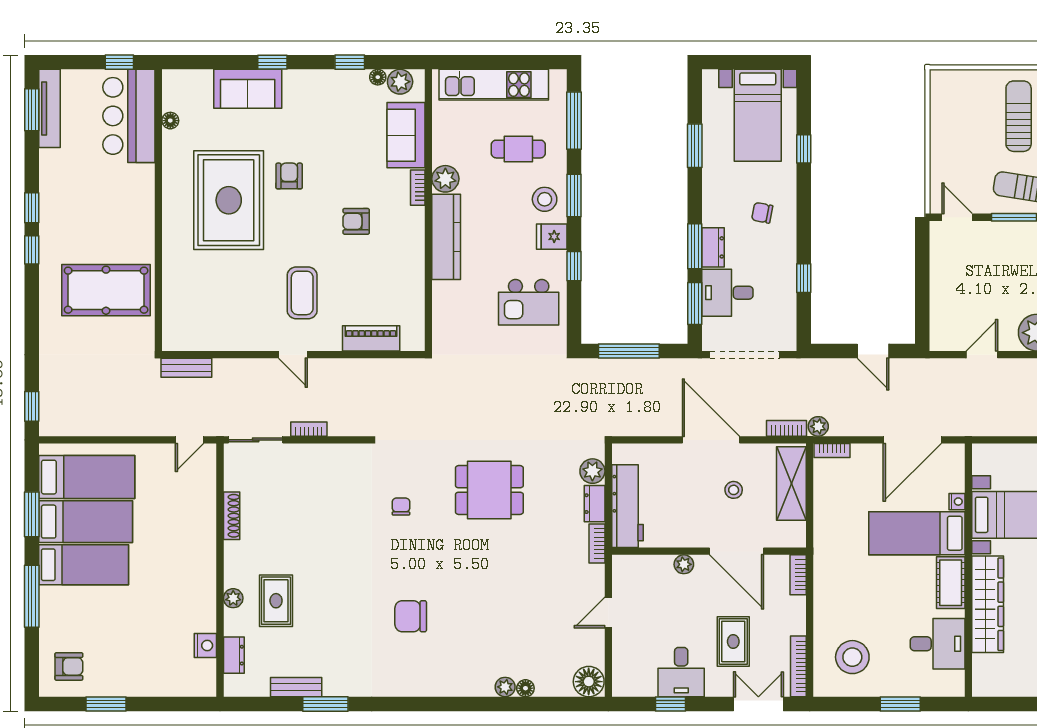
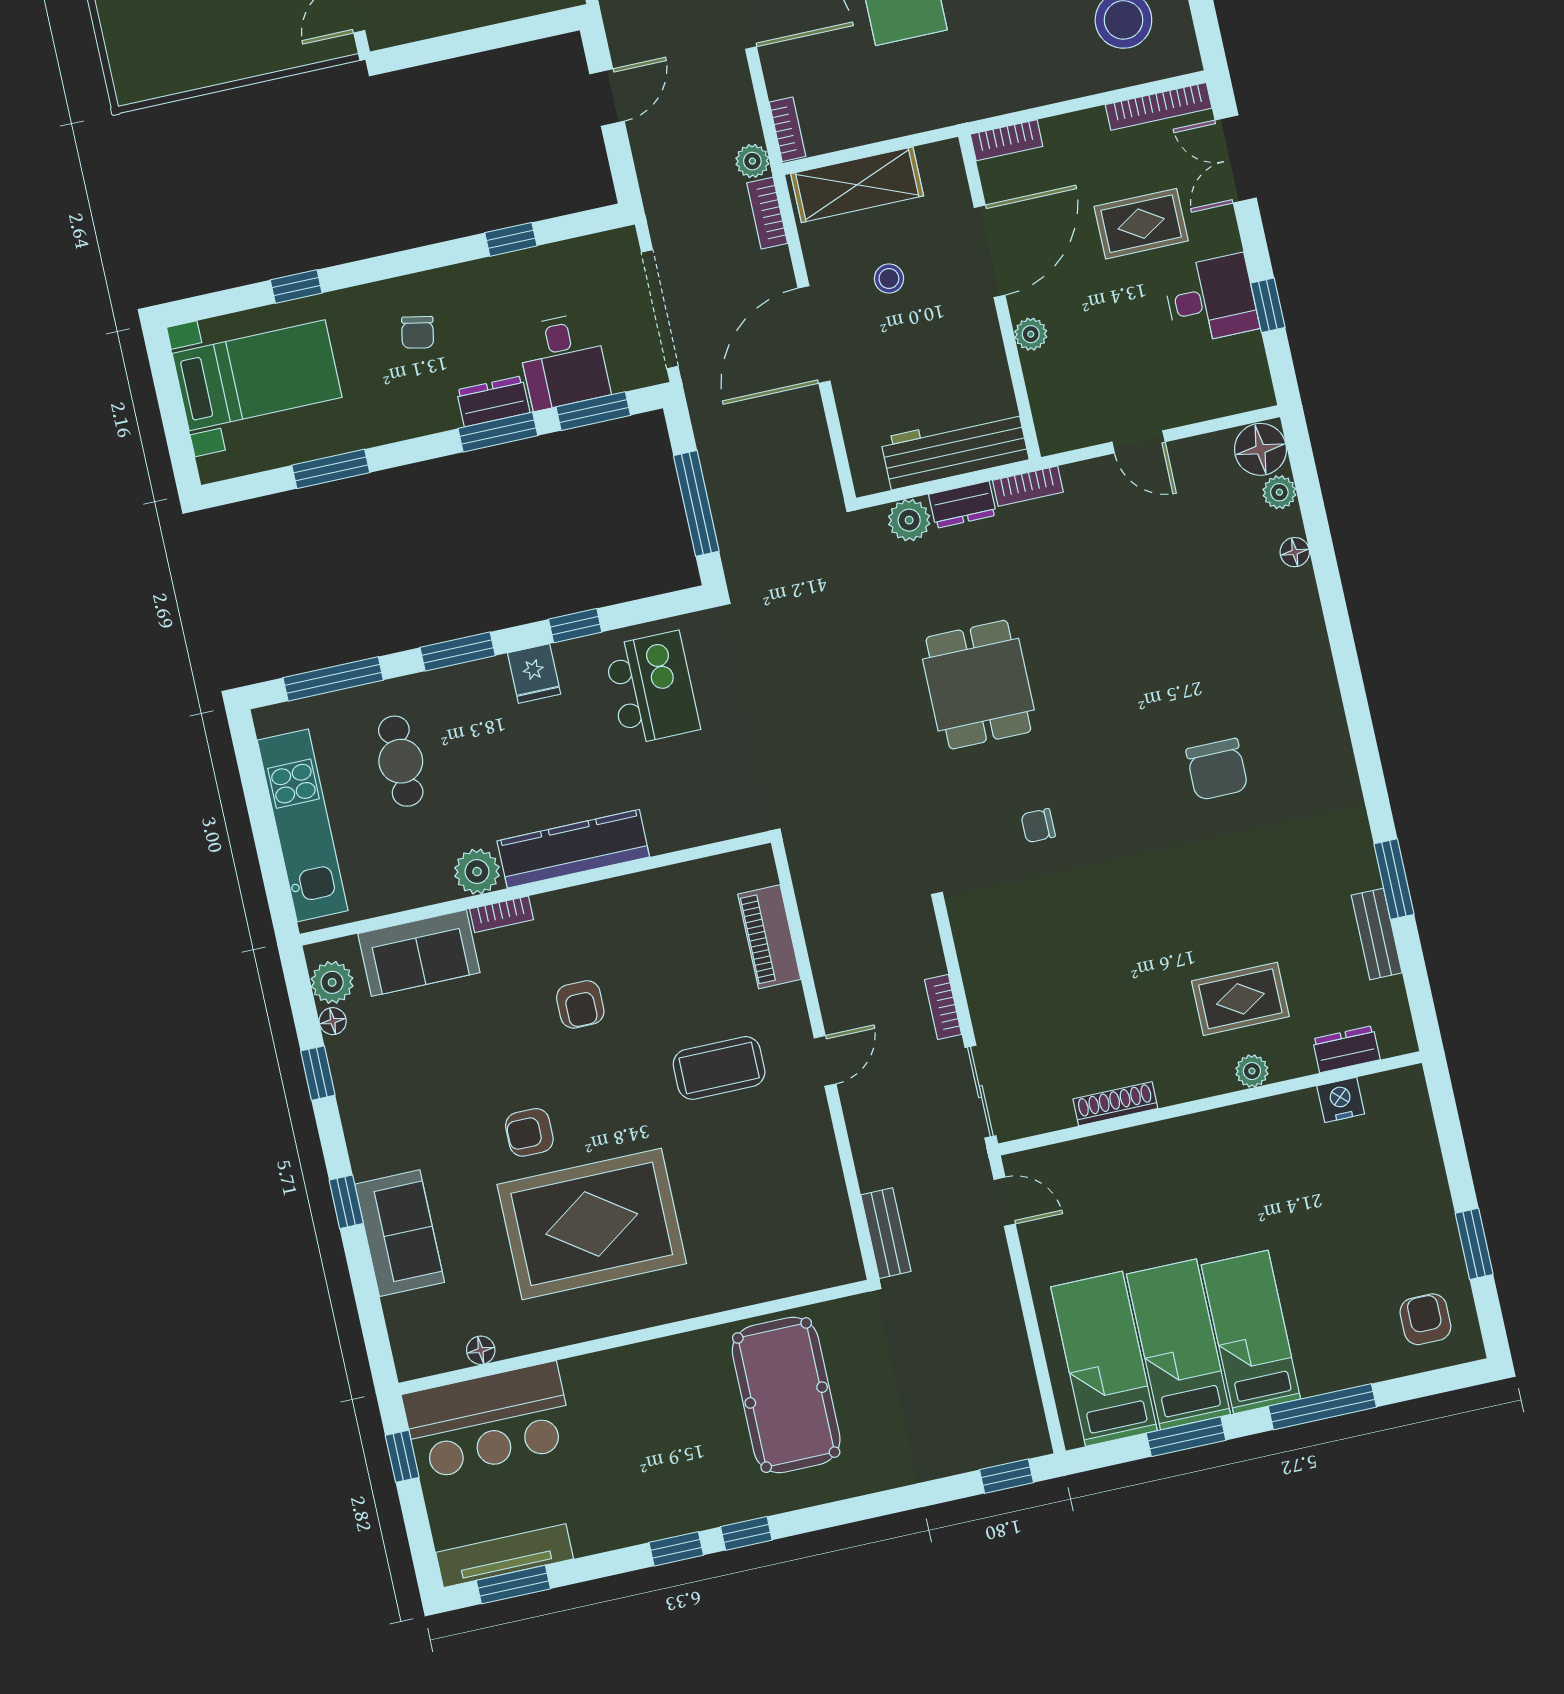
stool: (545, 199) -> (475, 699), removed
plant: (505, 687) -> (1279, 492), moved

